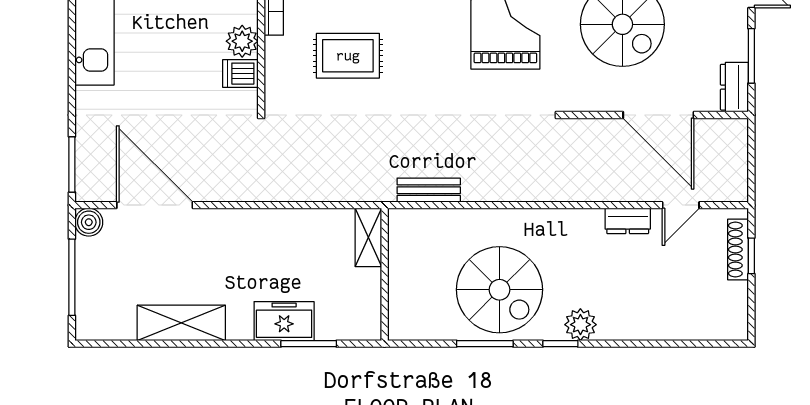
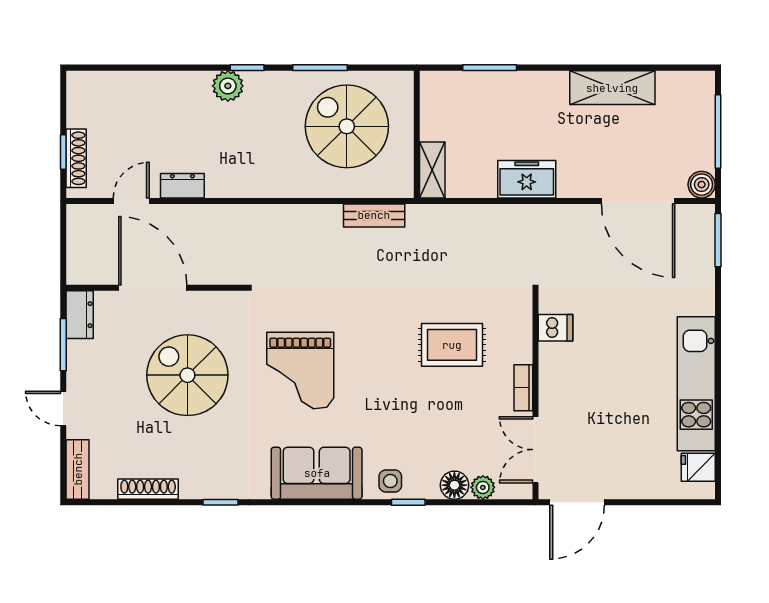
plant: (242, 41) -> (554, 359), removed
spiral stairs: (499, 290) -> (347, 126), moved
freezer: (284, 321) -> (527, 179), moved, turned 180

